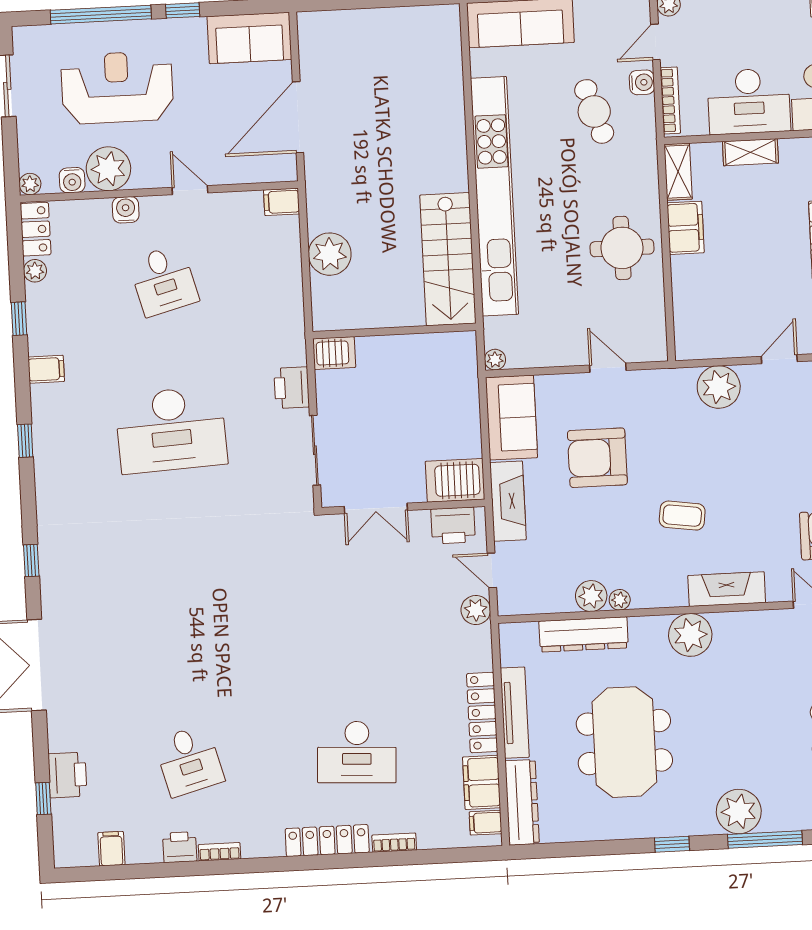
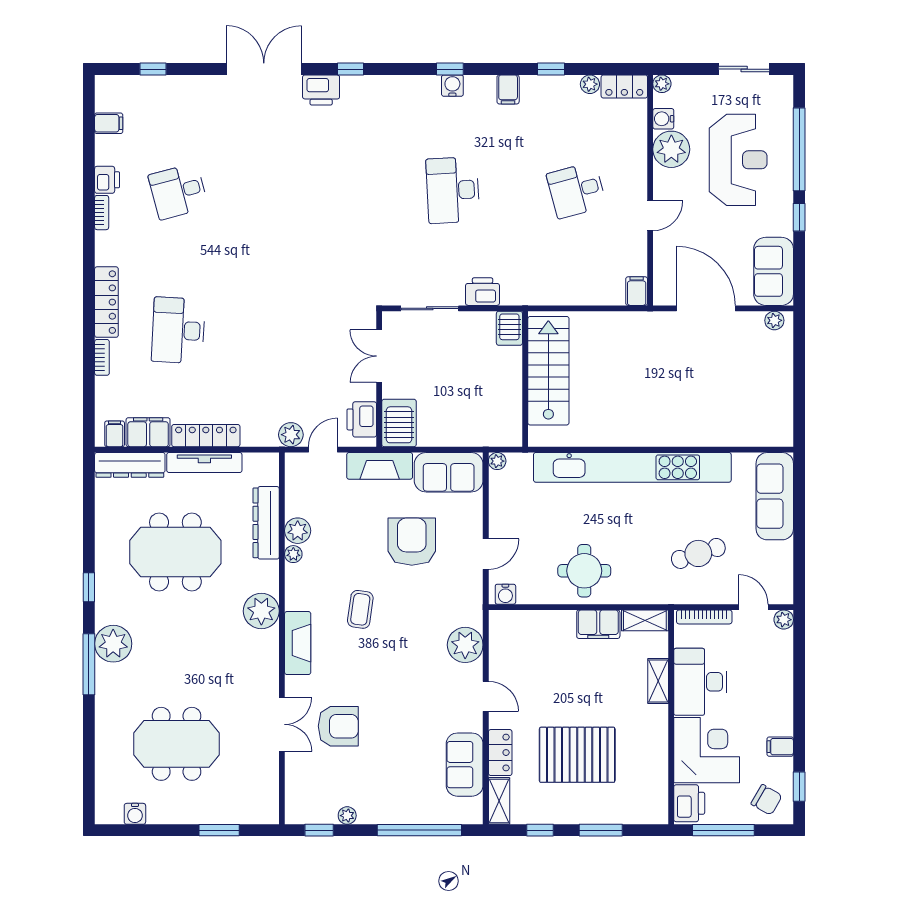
water cooler: (642, 82) -> (505, 594), moved
water cooler: (126, 210) -> (452, 86), moved, turned -90
plant: (330, 254) -> (774, 320), moved, width x0.53, depth x0.53
stairs: (448, 259) -> (548, 371), moved, turned 90
desk: (171, 430) -> (453, 190), width x0.73, depth x0.77
printer: (67, 775) -> (321, 90), moved

